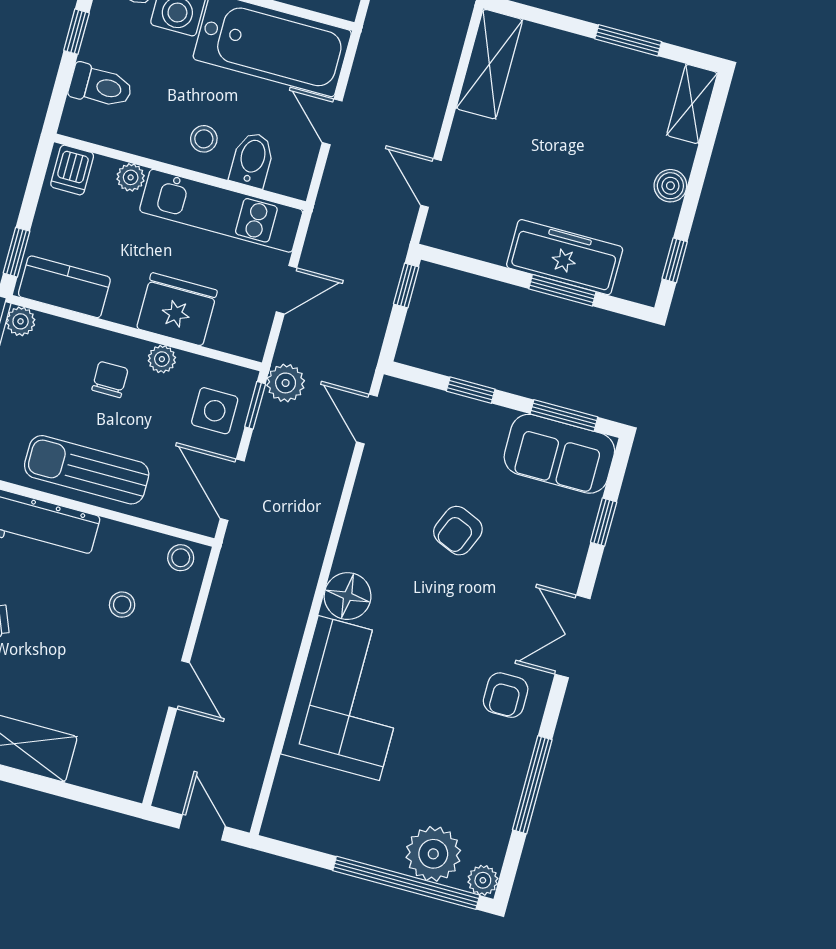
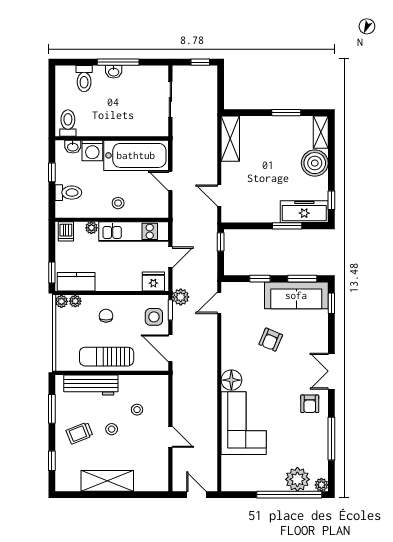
bidet: (252, 160) -> (141, 206), removed
boiler: (670, 186) -> (315, 163), width x1.86, depth x1.86
freezer: (565, 257) -> (304, 212), moved
fridge: (177, 309) -> (153, 282), moved, width x0.73, depth x0.75
plant: (162, 359) -> (75, 301), moved
door: (367, 419) -> (219, 303), hinge flipped
sofa: (559, 454) -> (296, 295), width x1.36
window: (604, 522) -> (331, 303), moved
stool: (181, 558) -> (112, 429), moved

